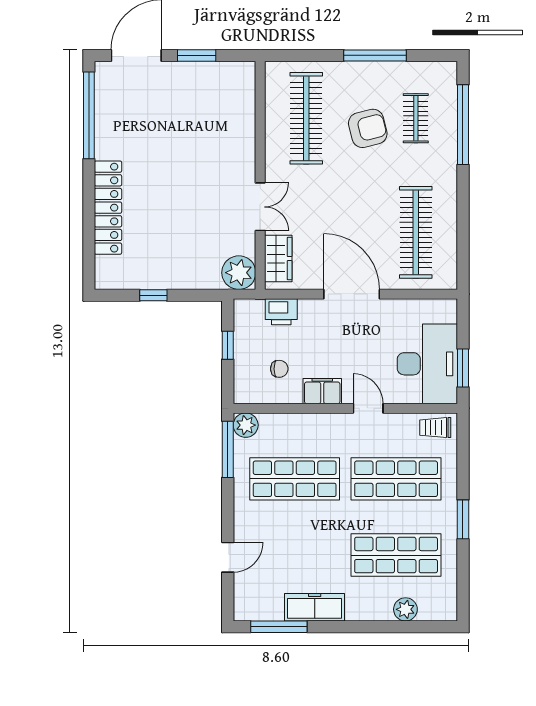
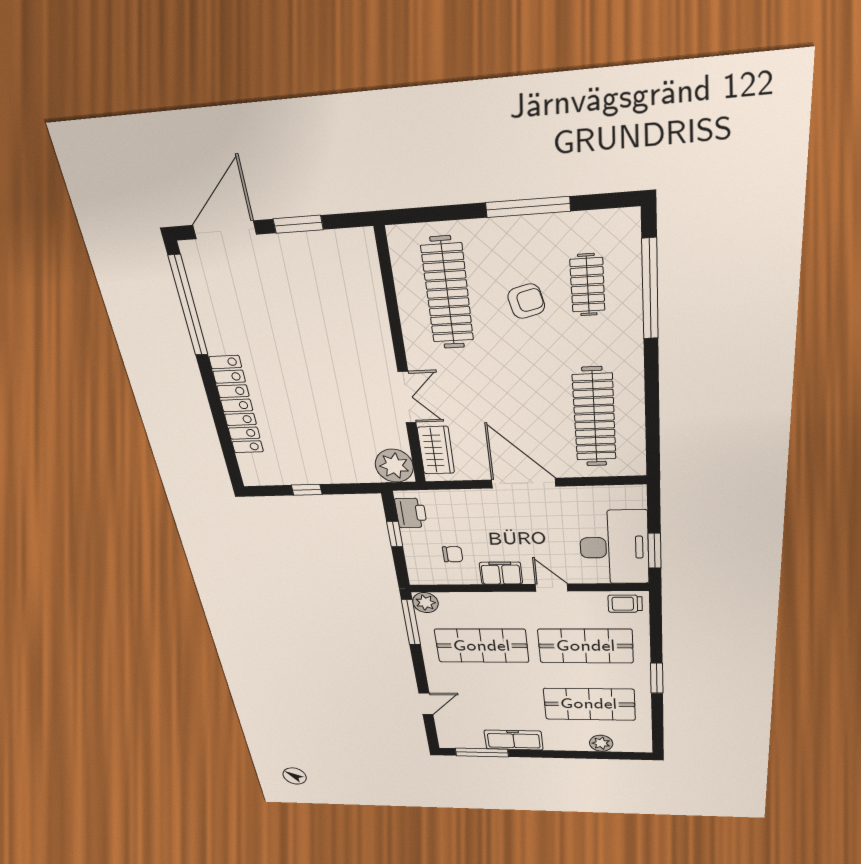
armchair: (368, 128) -> (526, 301), width x0.72, depth x0.72
printer: (281, 312) -> (411, 513), moved, turned -90

